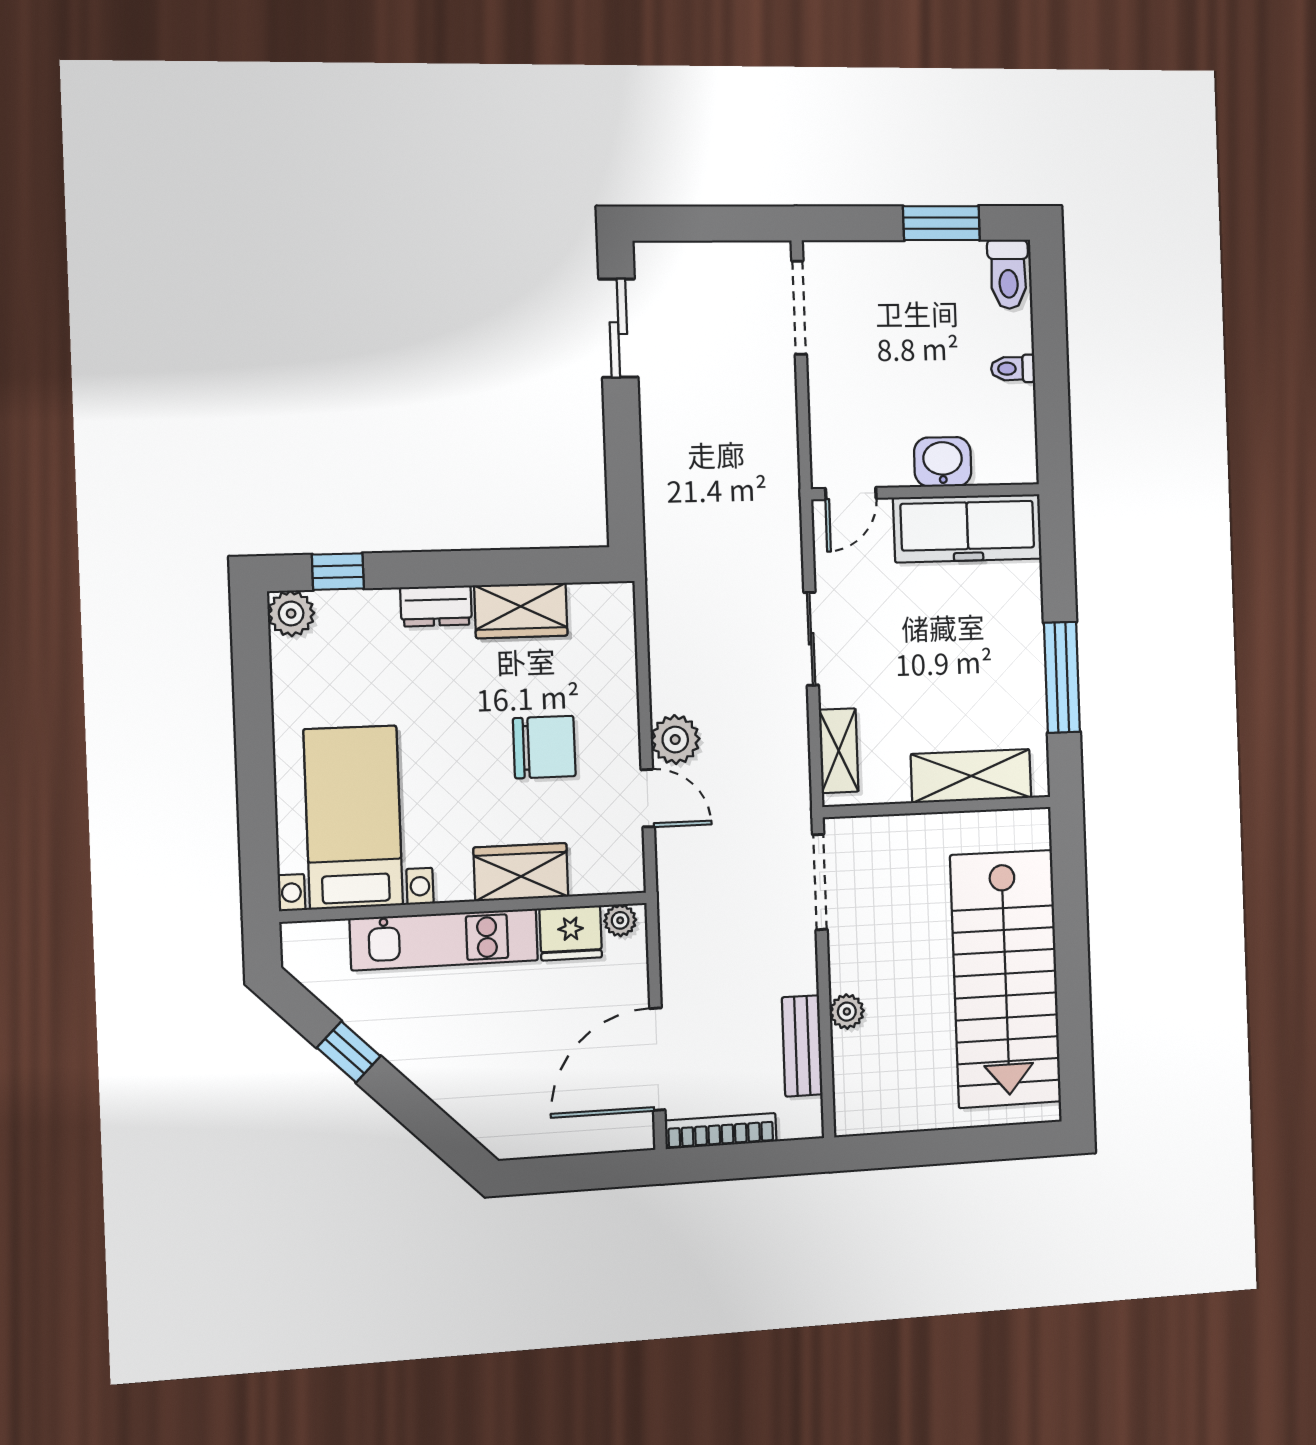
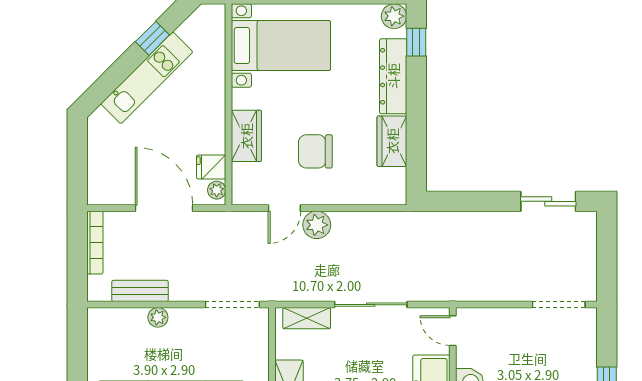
dresser: (436, 606) -> (393, 76), width x1.96, depth x1.24
sliding door: (811, 639) -> (371, 305), width x1.37
chair: (544, 747) -> (315, 151), turned 90
fridge: (571, 933) -> (211, 167), width x0.72
kitchen unit: (444, 939) -> (147, 78), moved, turned -135
door: (657, 1059) -> (164, 208), moved

